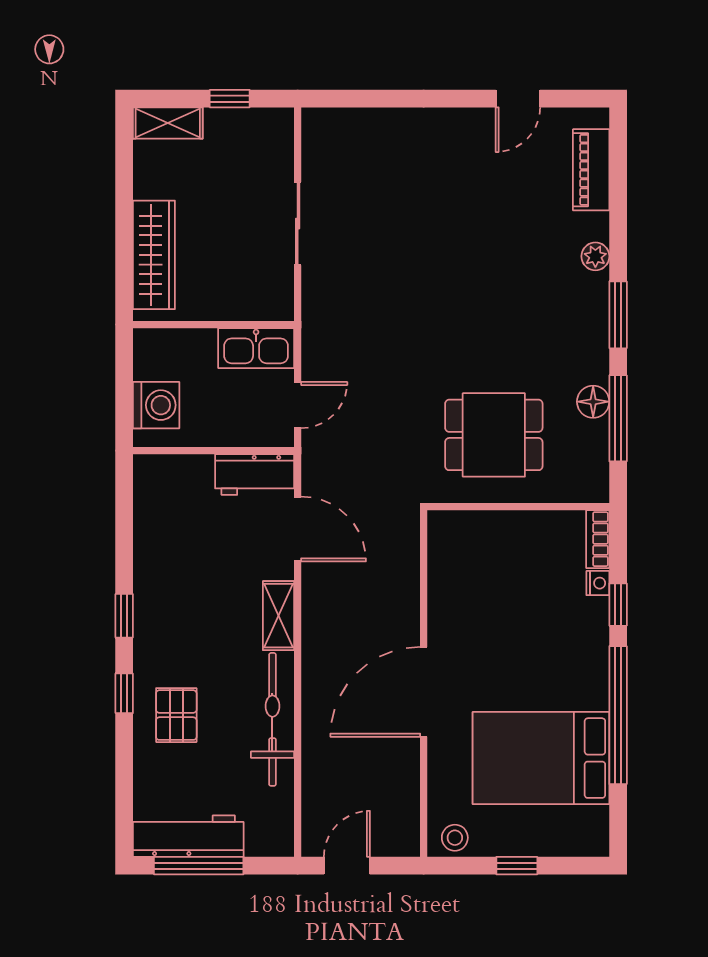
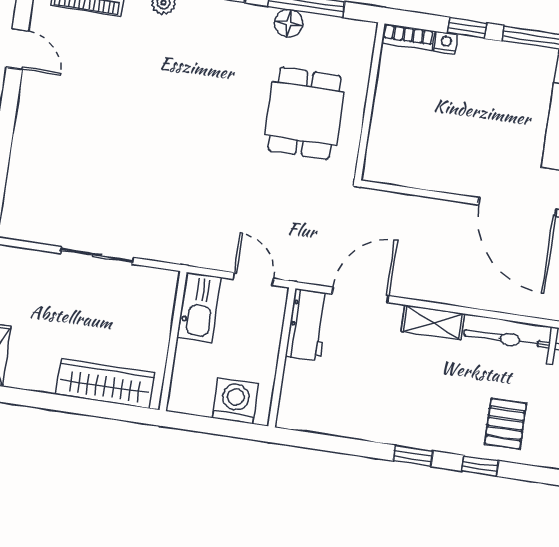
pallet: (176, 715) -> (505, 424), turned 90

